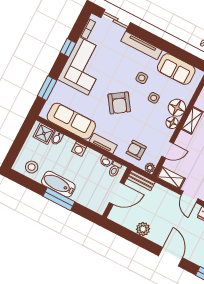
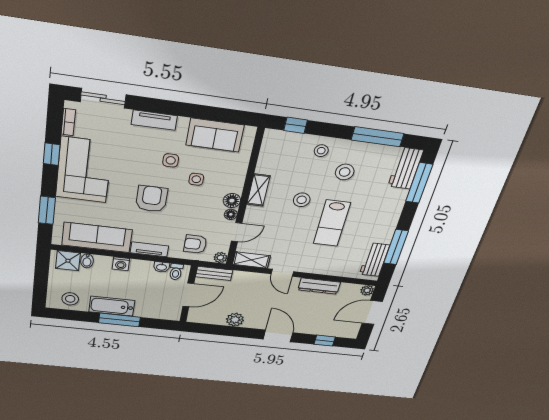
tv unit: (141, 46) -> (154, 120), width x0.71
armchair: (119, 103) -> (152, 199), turned -146
floor lamp: (177, 108) -> (231, 214), moved, width x0.53, depth x0.53

